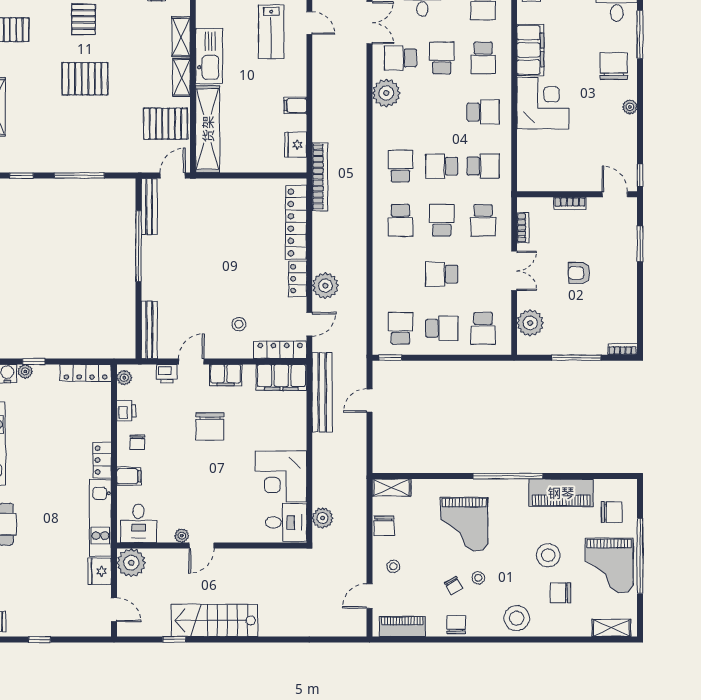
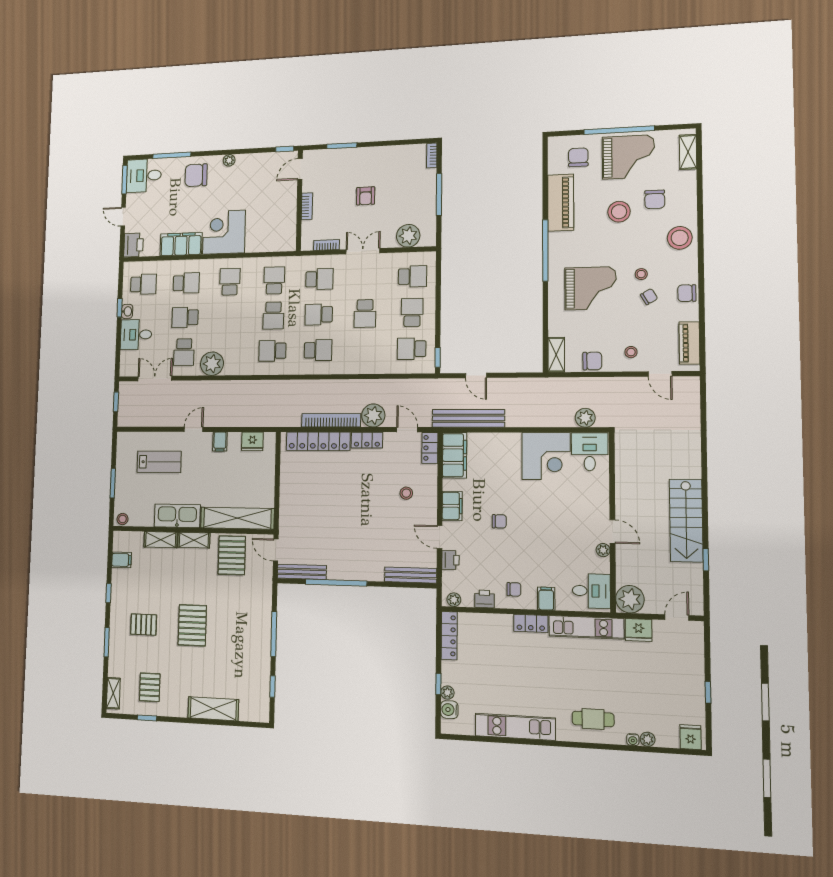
door: (309, 23) -> (194, 429), moved
bookcase: (320, 177) -> (331, 420), moved
locker: (280, 350) -> (430, 448), width x0.66
chair: (210, 426) -> (499, 521), width x0.54, depth x0.54

